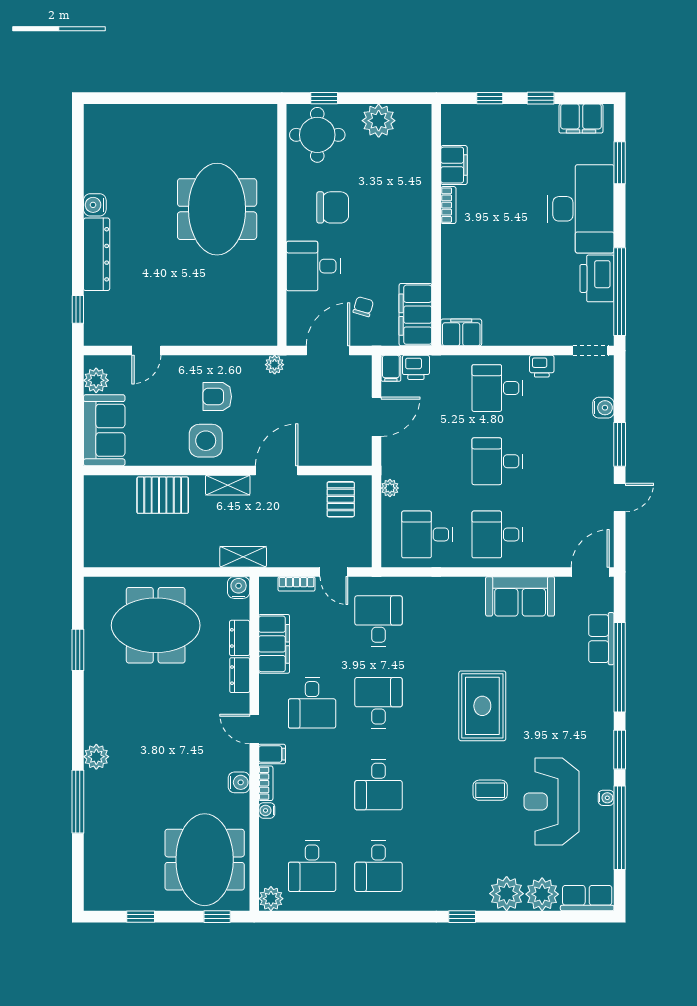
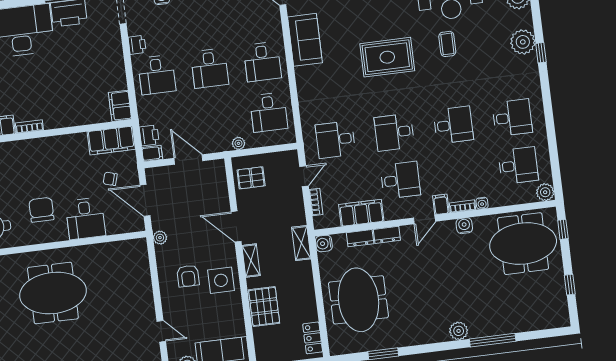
locker: (112, 556) -> (313, 338), added
plant: (507, 894) -> (523, 42), moved

